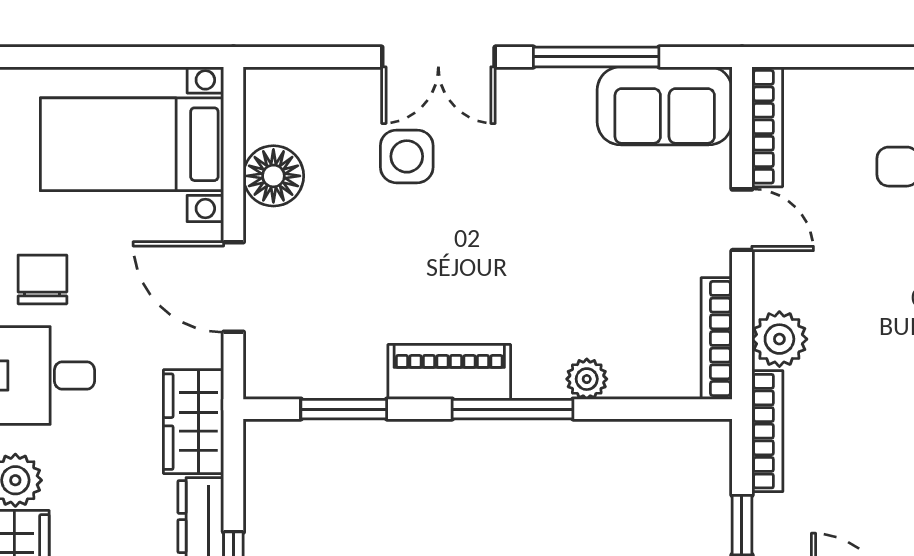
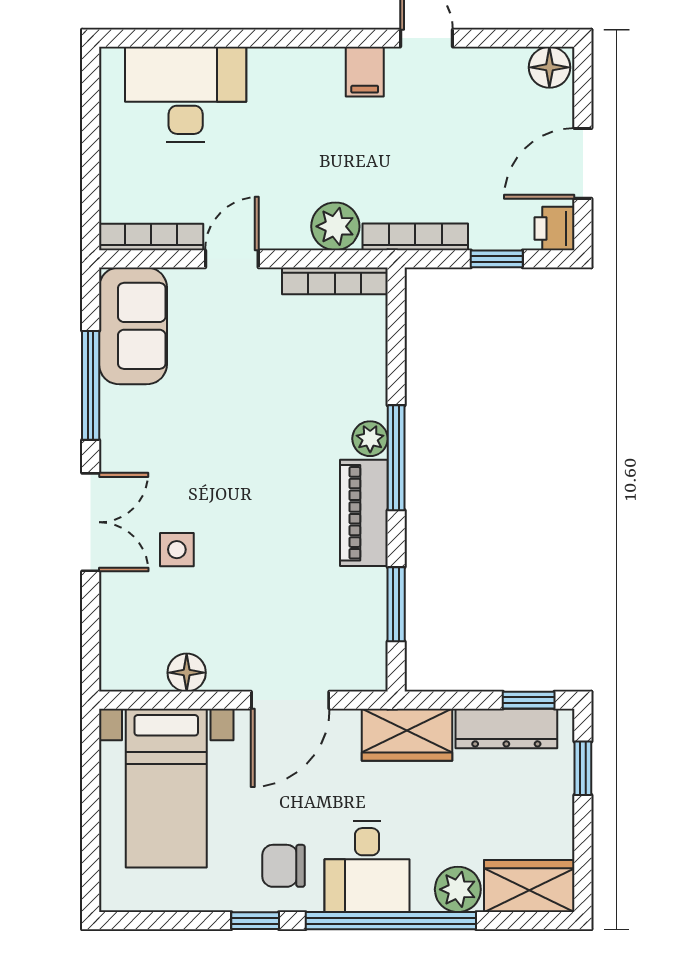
side table: (407, 156) -> (177, 550), width x0.73, depth x0.73
floor lamp: (273, 176) -> (187, 673), width x0.73, depth x0.73
plant: (587, 379) -> (370, 439), moved

